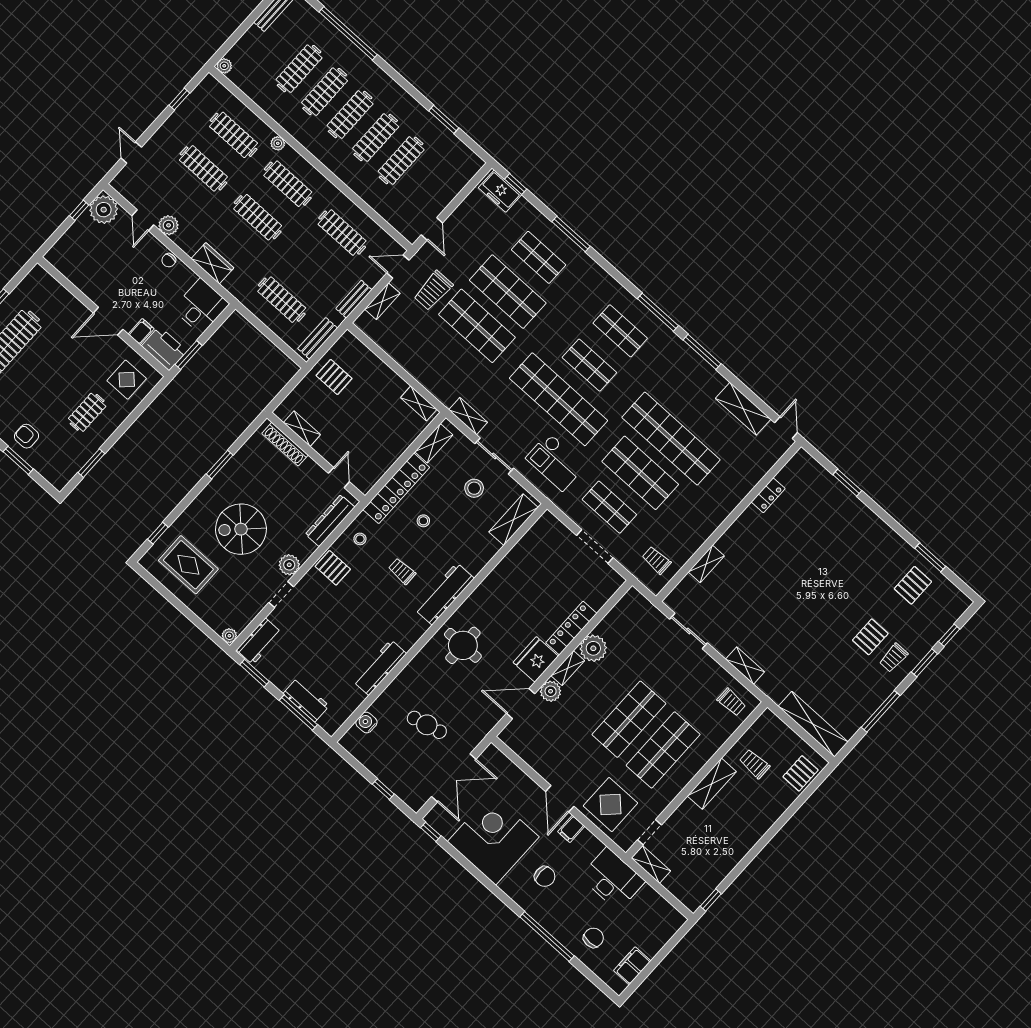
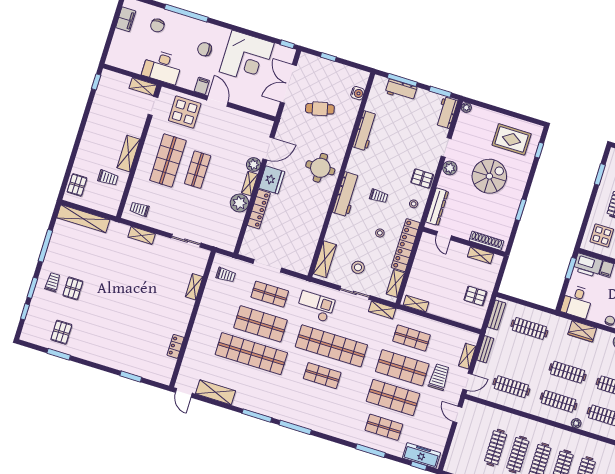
freezer: (500, 191) -> (421, 455), width x1.40
shop shelf: (620, 331) -> (411, 338), moved
shop shelf: (629, 719) -> (198, 170), width x0.70, depth x0.74

